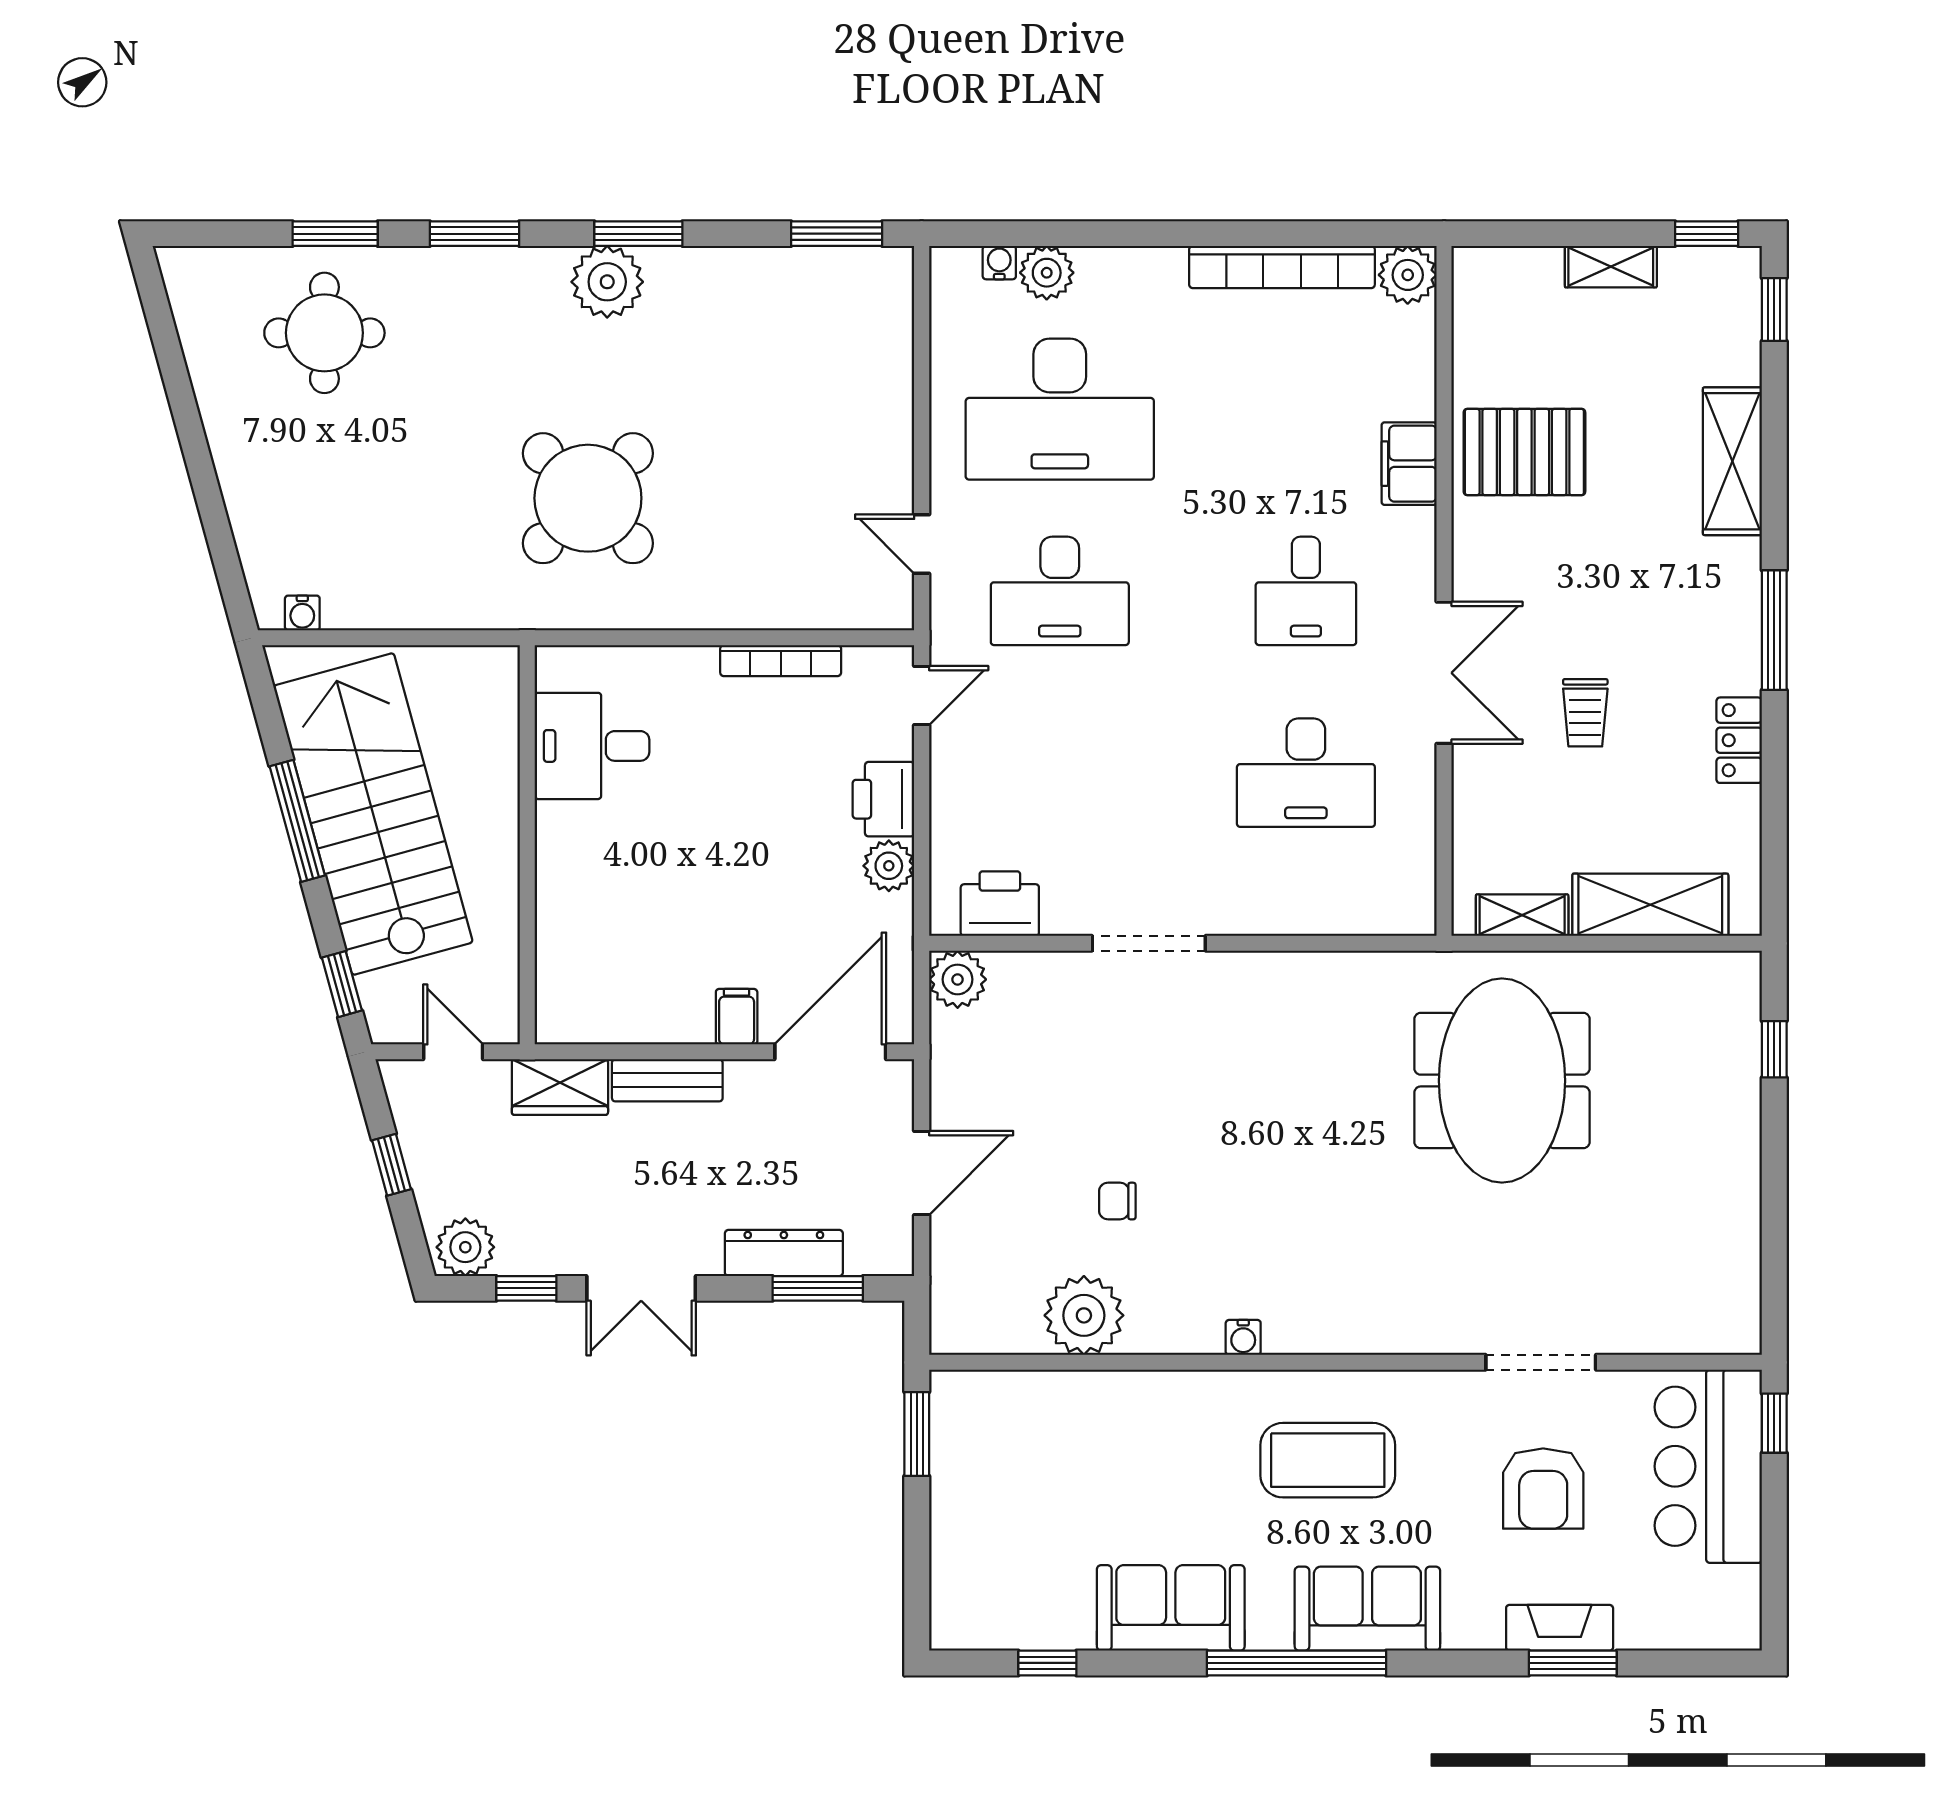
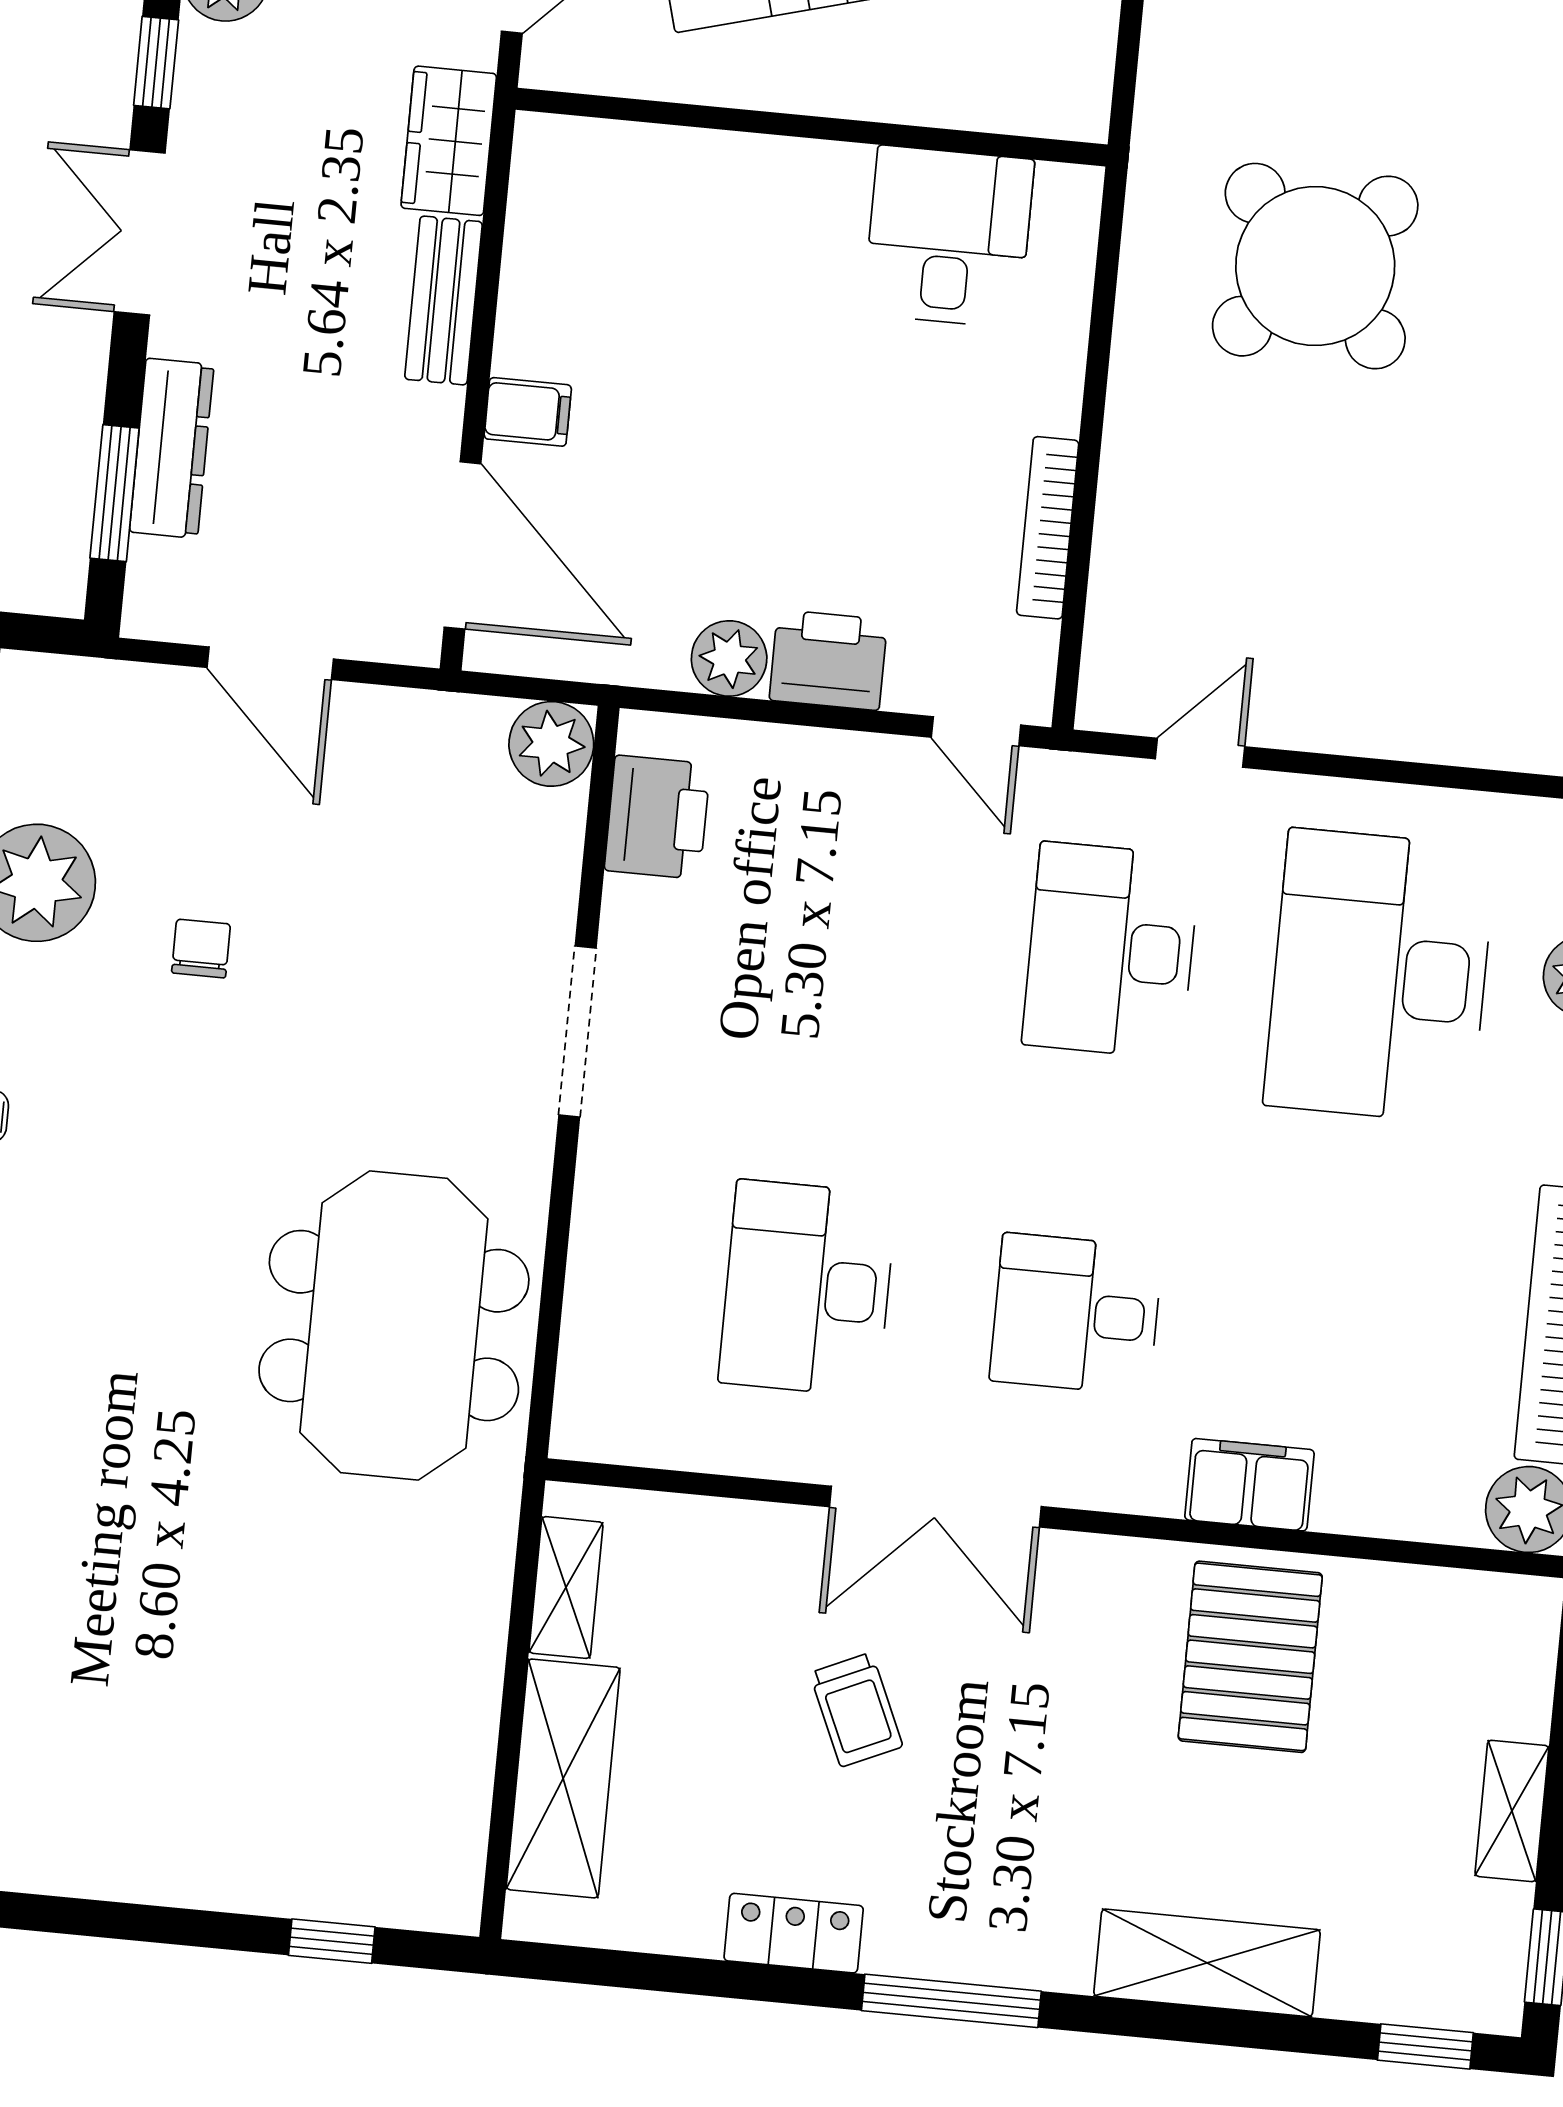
trolley: (1585, 713) -> (856, 1710), turned -114
meeting table: (1502, 1081) -> (394, 1326), moved, turned 90

